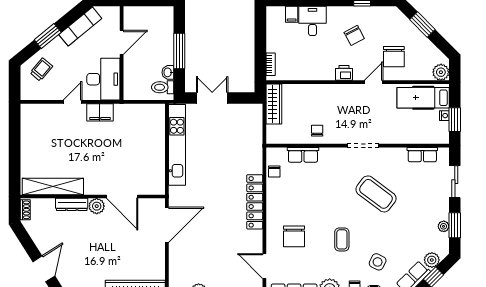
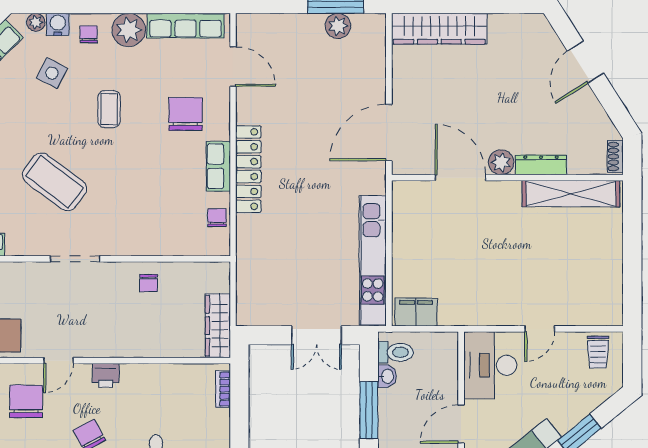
trolley: (41, 69) -> (598, 352), moved, turned -40
filing cabinet: (100, 112) -> (416, 312), moved
row of seats: (303, 155) -> (218, 166), moved, turned -90

